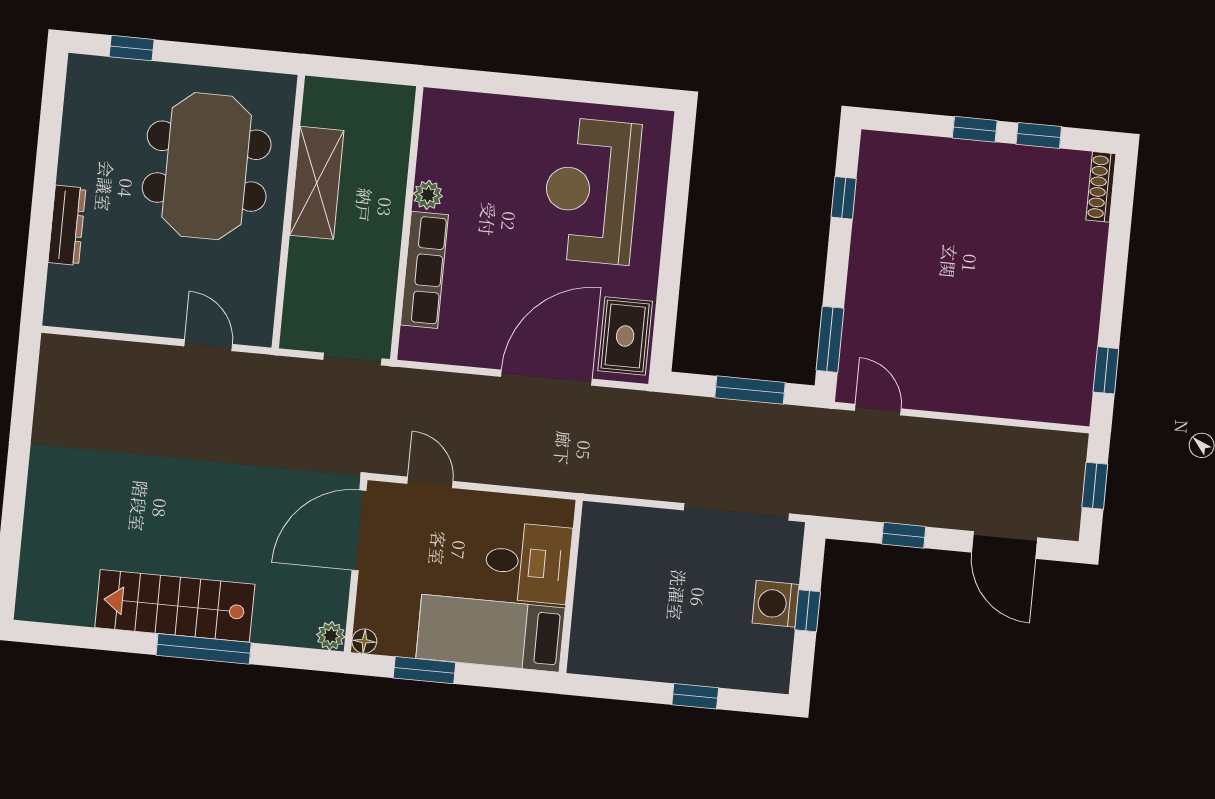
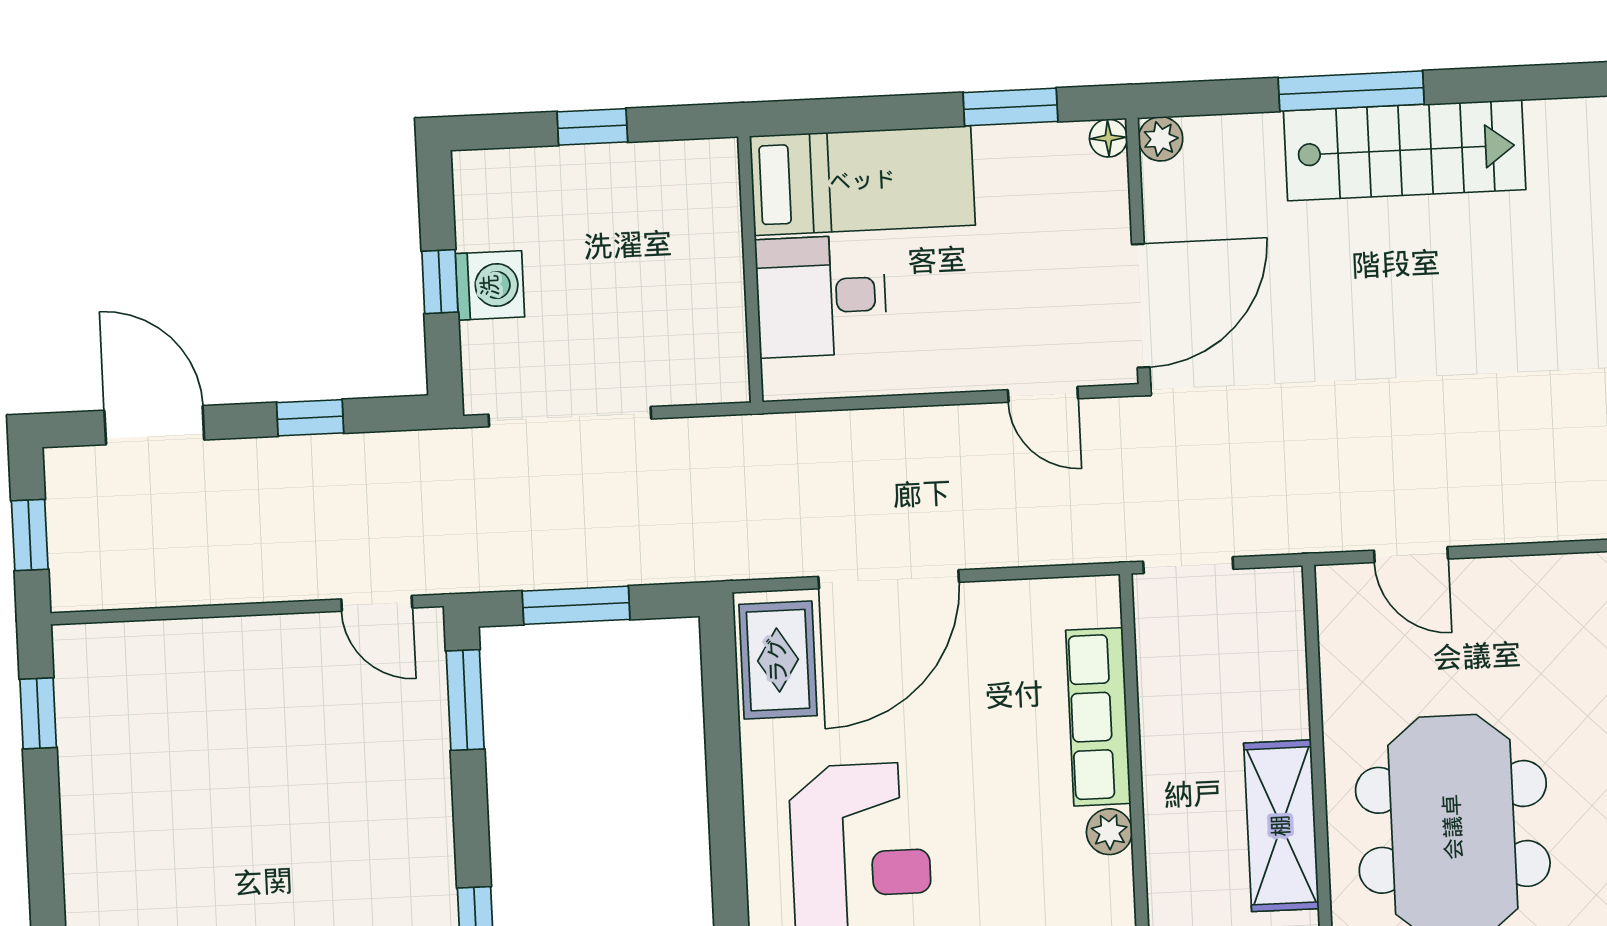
desk: (528, 563) -> (821, 296), moved
wall: (571, 586) -> (750, 269), moved
bed: (490, 633) -> (862, 181), moved

